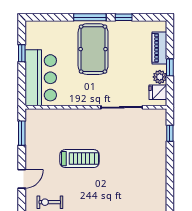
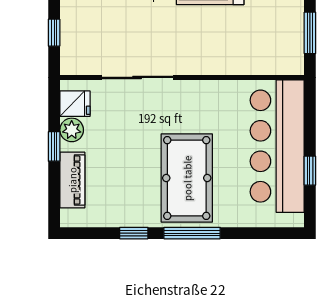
bar counter: (41, 78) -> (277, 146), width x1.36

